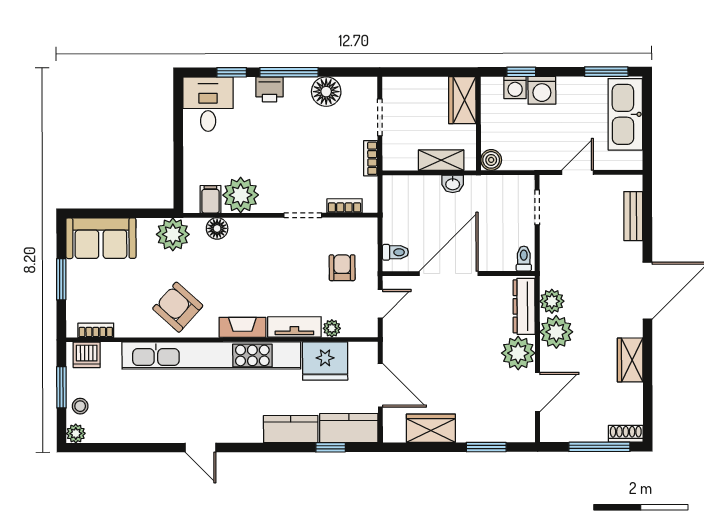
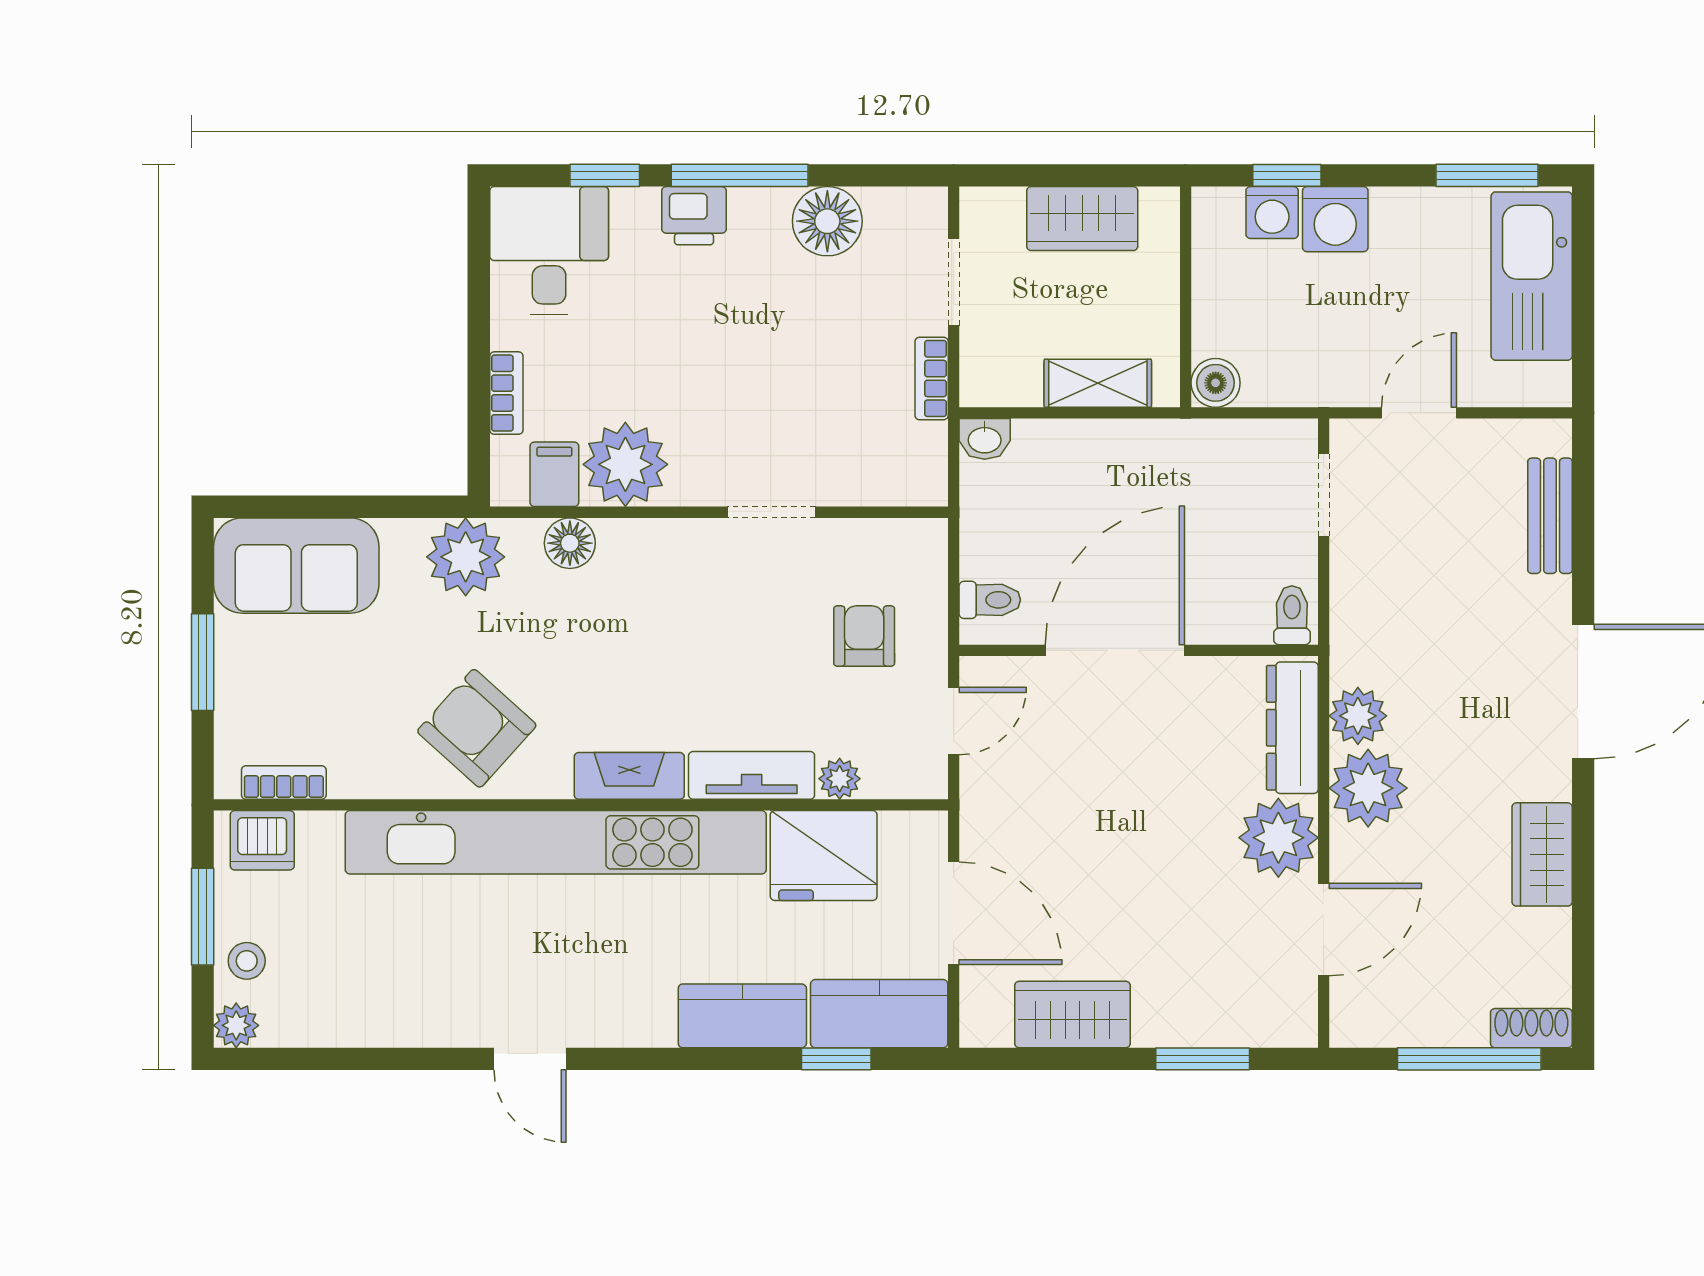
wardrobe: (462, 100) -> (1082, 219), moved, turned -90
washbasin: (453, 184) -> (985, 439), moved
bookcase: (344, 206) -> (506, 393), moved, turned 90

